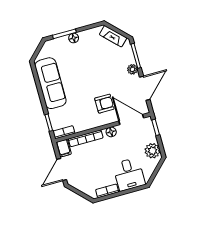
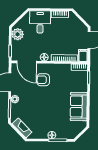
sofa: (50, 83) -> (79, 107), width x0.73

